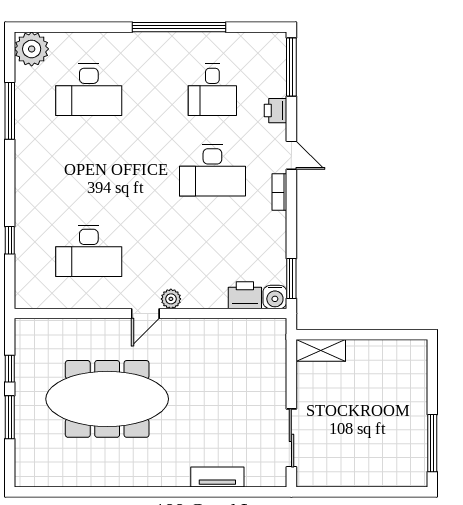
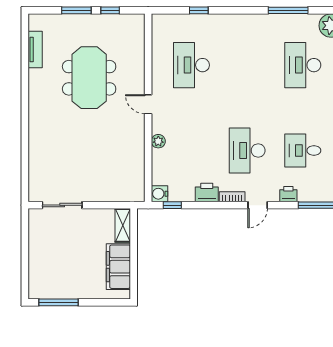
window: (291, 279) -> (172, 205), width x0.67
printer: (245, 295) -> (207, 192), moved, turned -90
plant: (171, 299) -> (158, 141), moved
filing cabinet: (381, 357) -> (118, 267), added
meeting table: (107, 399) -> (89, 78), width x0.73
tv unit: (217, 477) -> (35, 50), moved

